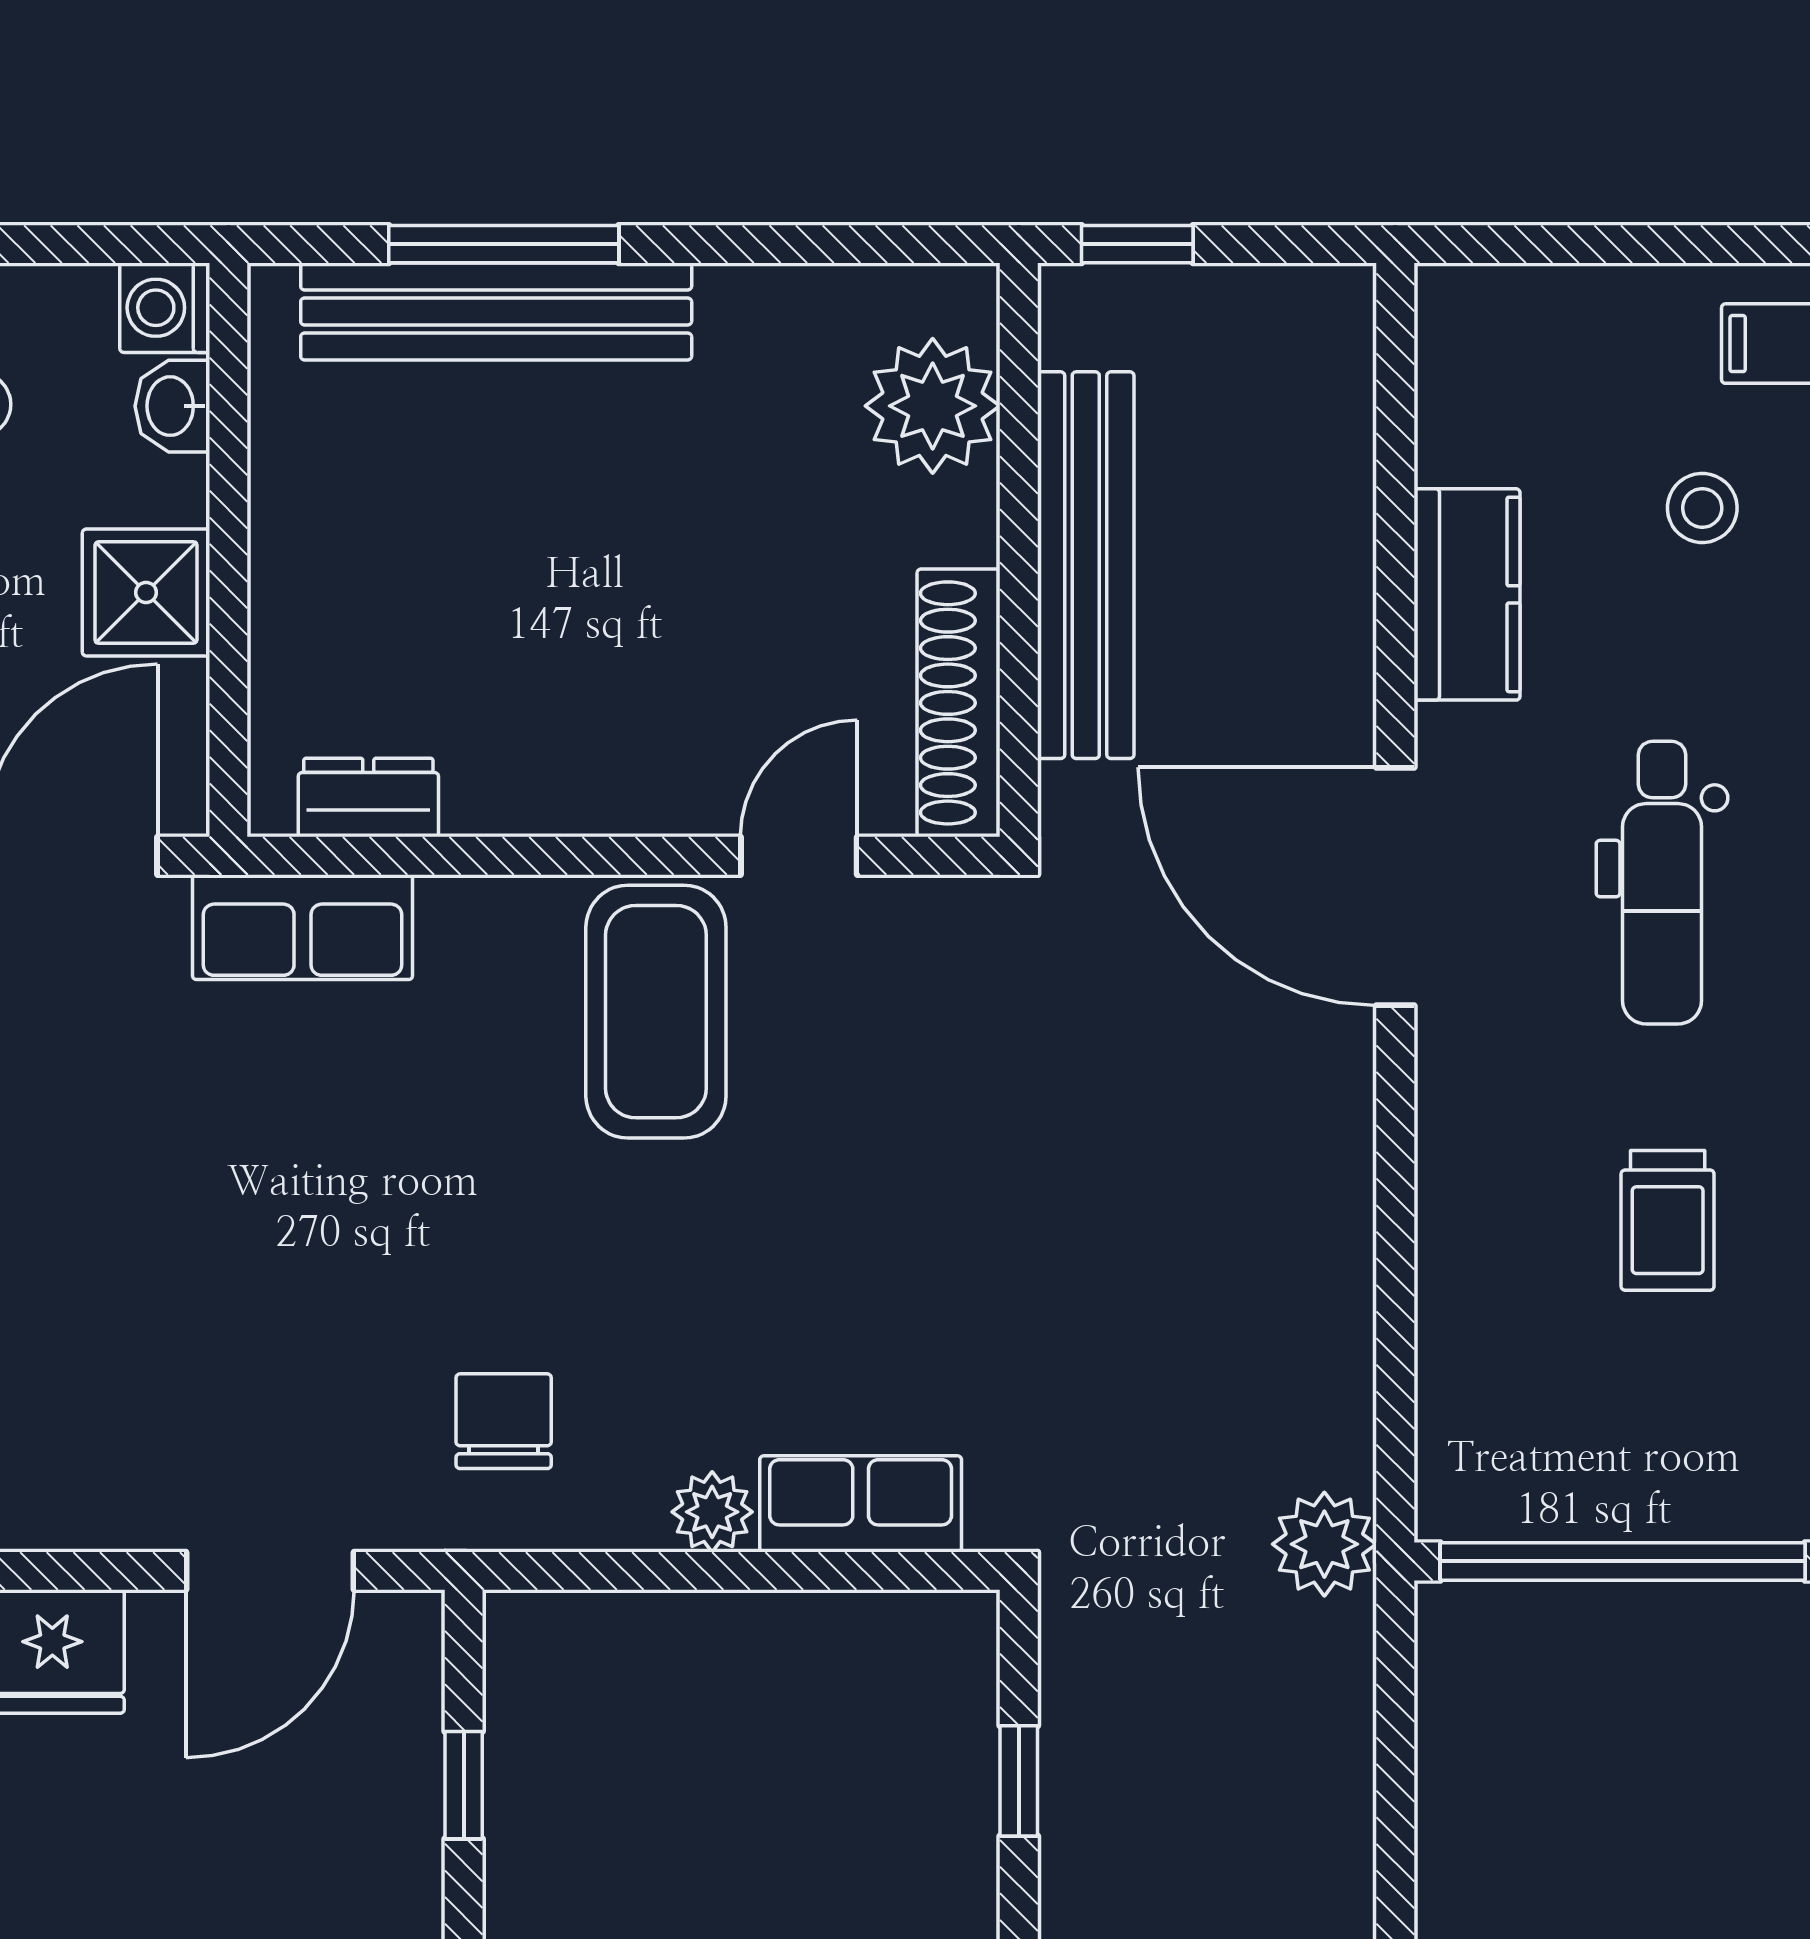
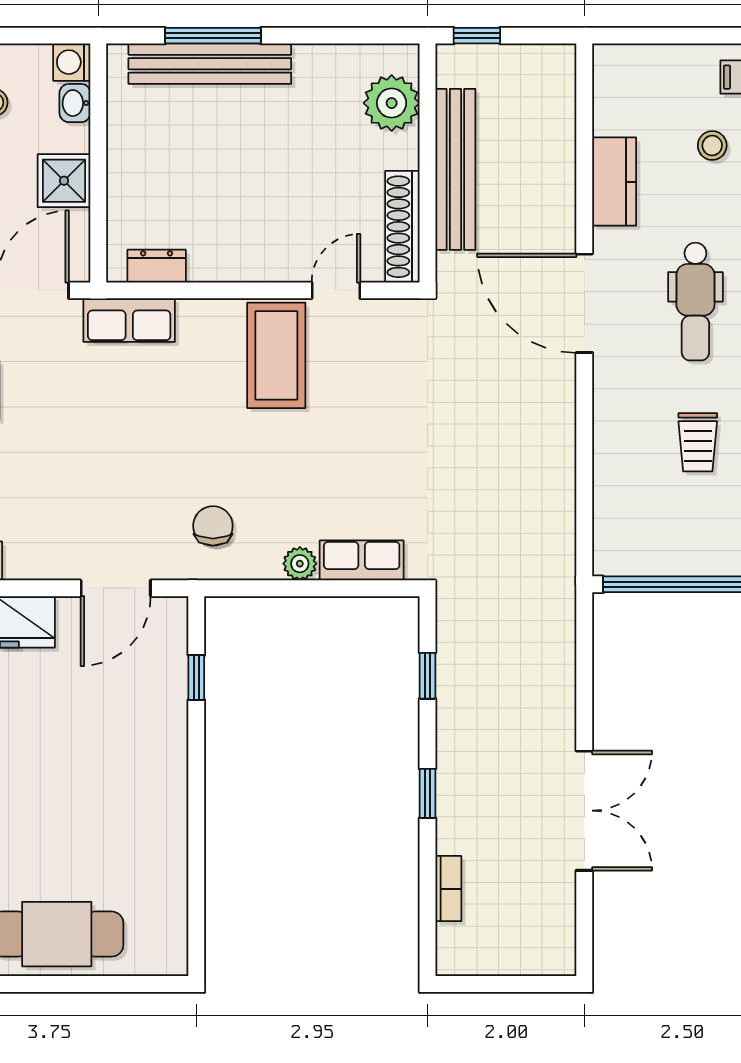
plant: (1324, 1544) -> (555, 577), removed

